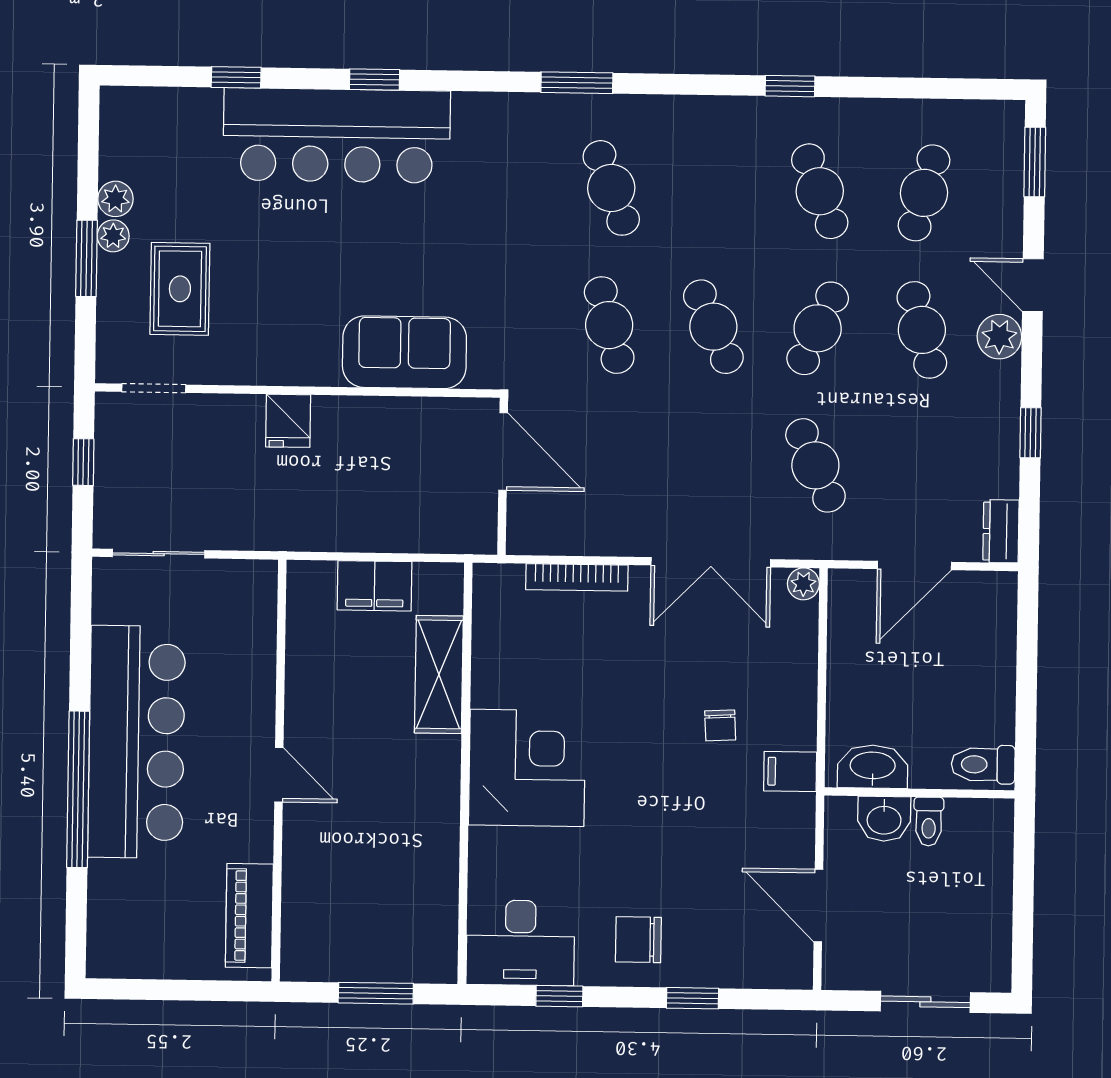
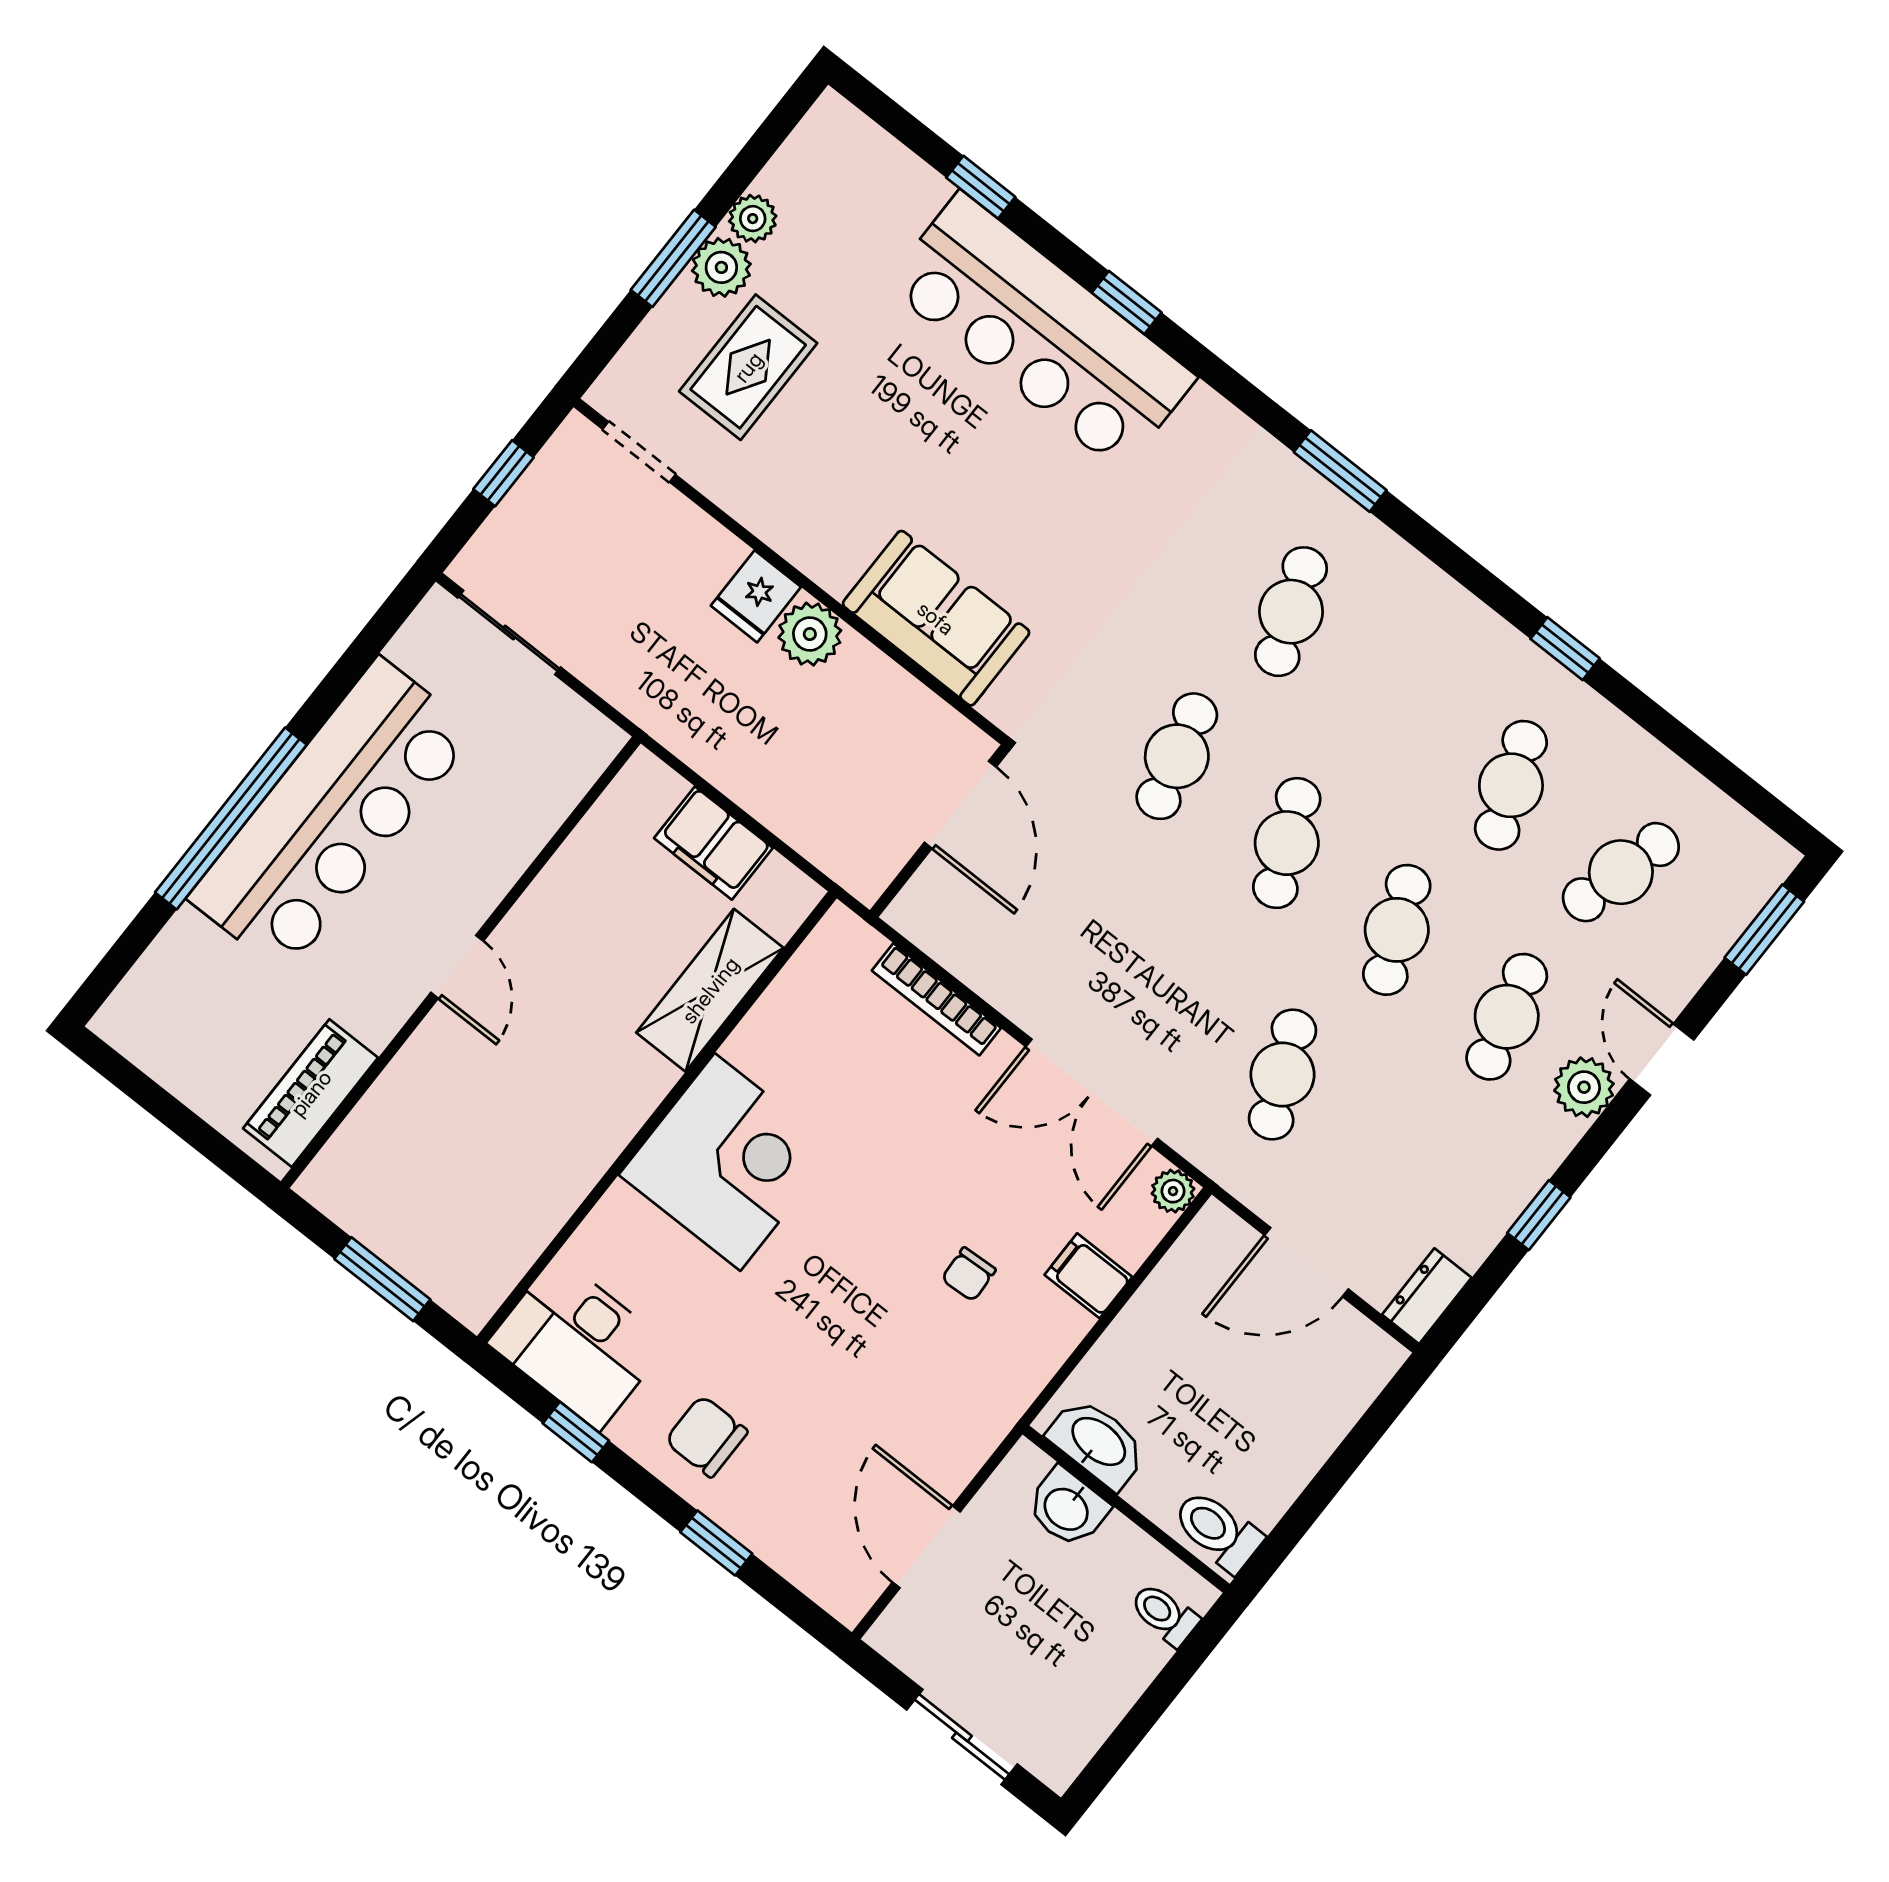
plant: (113, 236) -> (721, 267), width x1.38, depth x1.38
cafe table: (818, 328) -> (1397, 930), turned -48
plant: (337, 419) -> (810, 634), added
filing cabinet: (790, 772) -> (1088, 1276), moved
toilet: (929, 822) -> (1164, 1614), moved, turned 90

